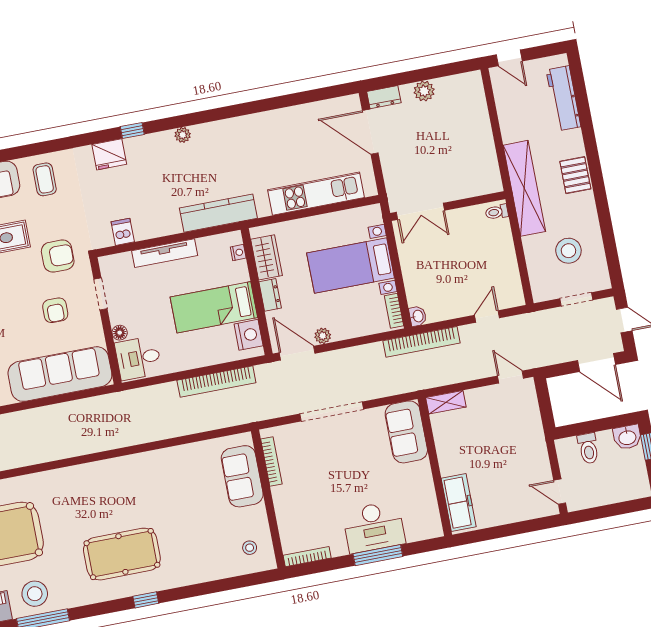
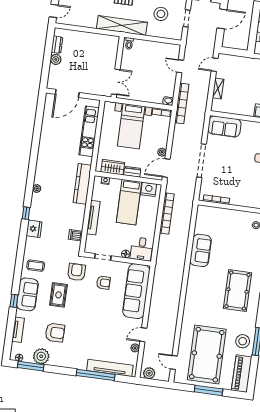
dresser: (384, 97) -> (57, 45), moved
shelving: (446, 402) -> (218, 89), moved
sofa: (242, 476) -> (201, 250), moved, turned -90

